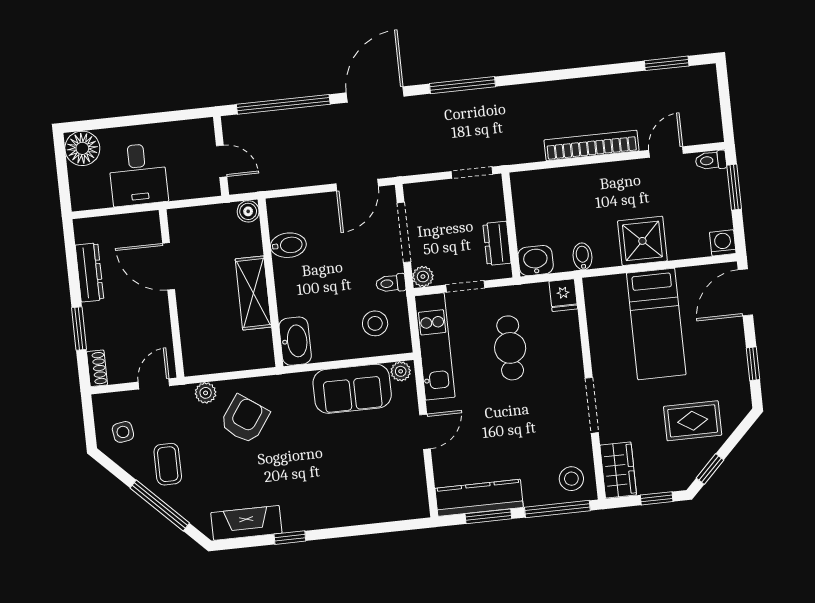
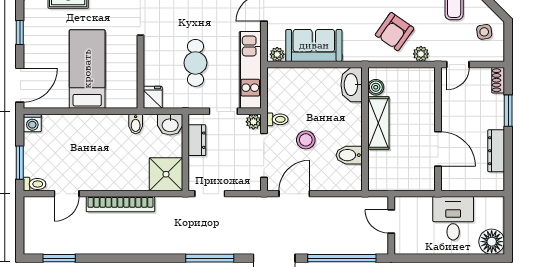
boiler: (248, 211) -> (376, 87), moved
shower: (642, 241) -> (166, 174), moved
stool: (375, 323) -> (306, 140), moved

